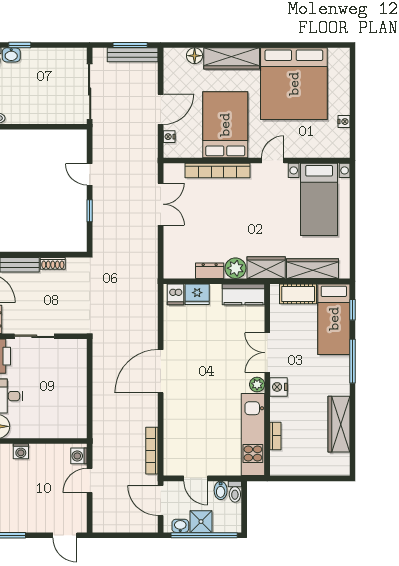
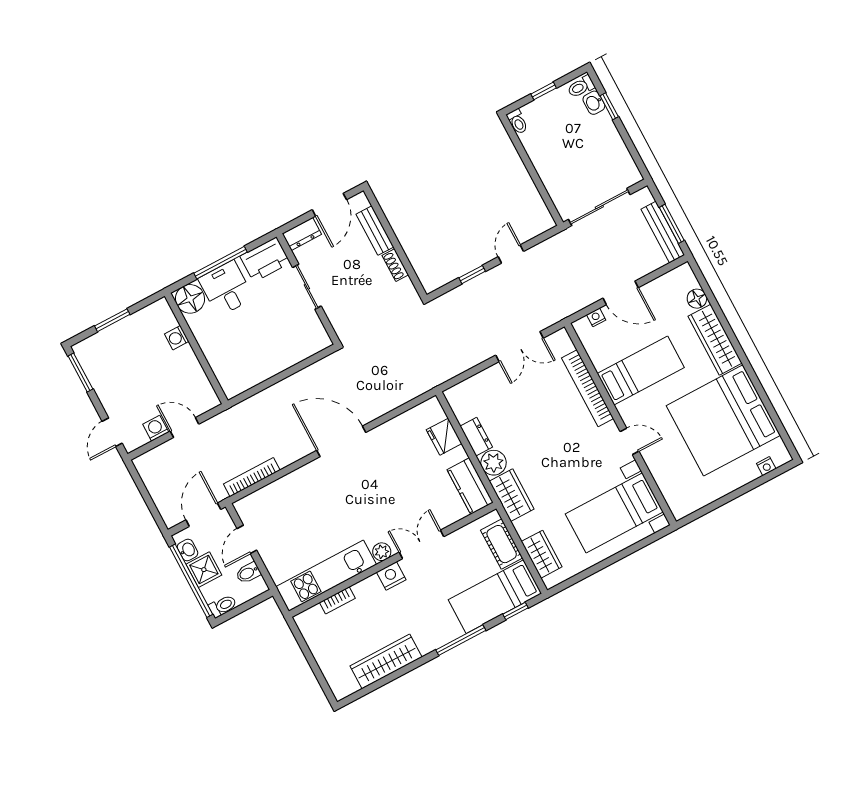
nightstand: (344, 122) -> (766, 466), moved
bed: (225, 125) -> (641, 370), width x0.67
wardrobe: (312, 269) -> (542, 554), width x0.67
dishwasher: (176, 294) -> (432, 414), removed
washing machine: (79, 456) -> (156, 428), moved
toilet: (235, 492) -> (223, 606), moved, turned 180

